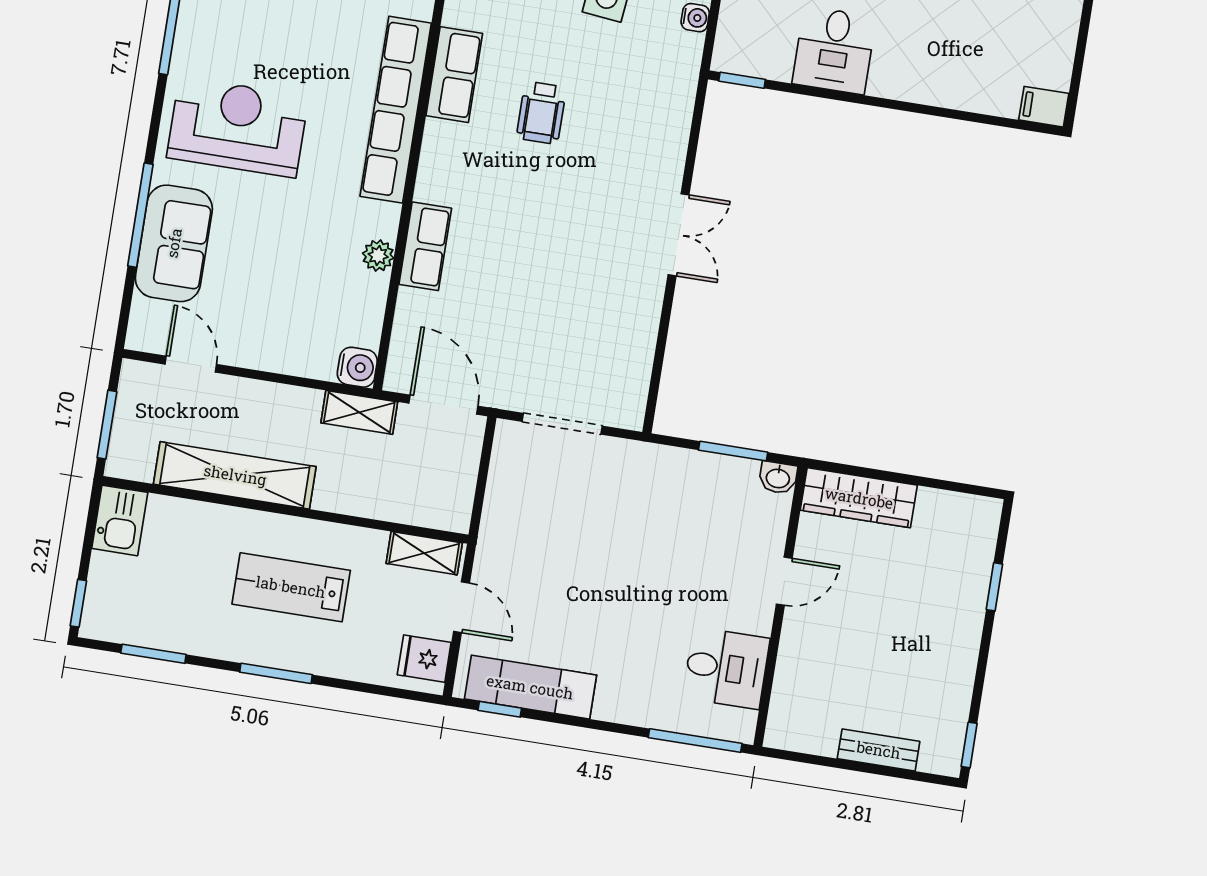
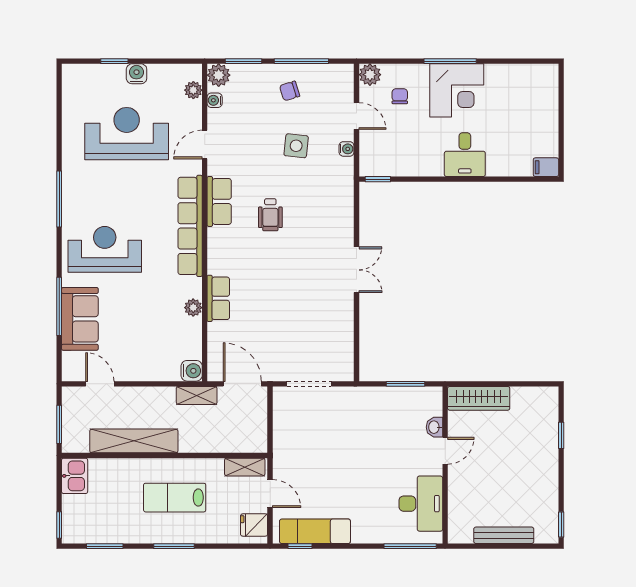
desk: (834, 50) -> (465, 155), moved
washbasin: (778, 478) -> (434, 427), moved, turned 90
desk: (726, 668) -> (421, 504), width x1.37
bench: (879, 750) -> (504, 535), width x1.36

